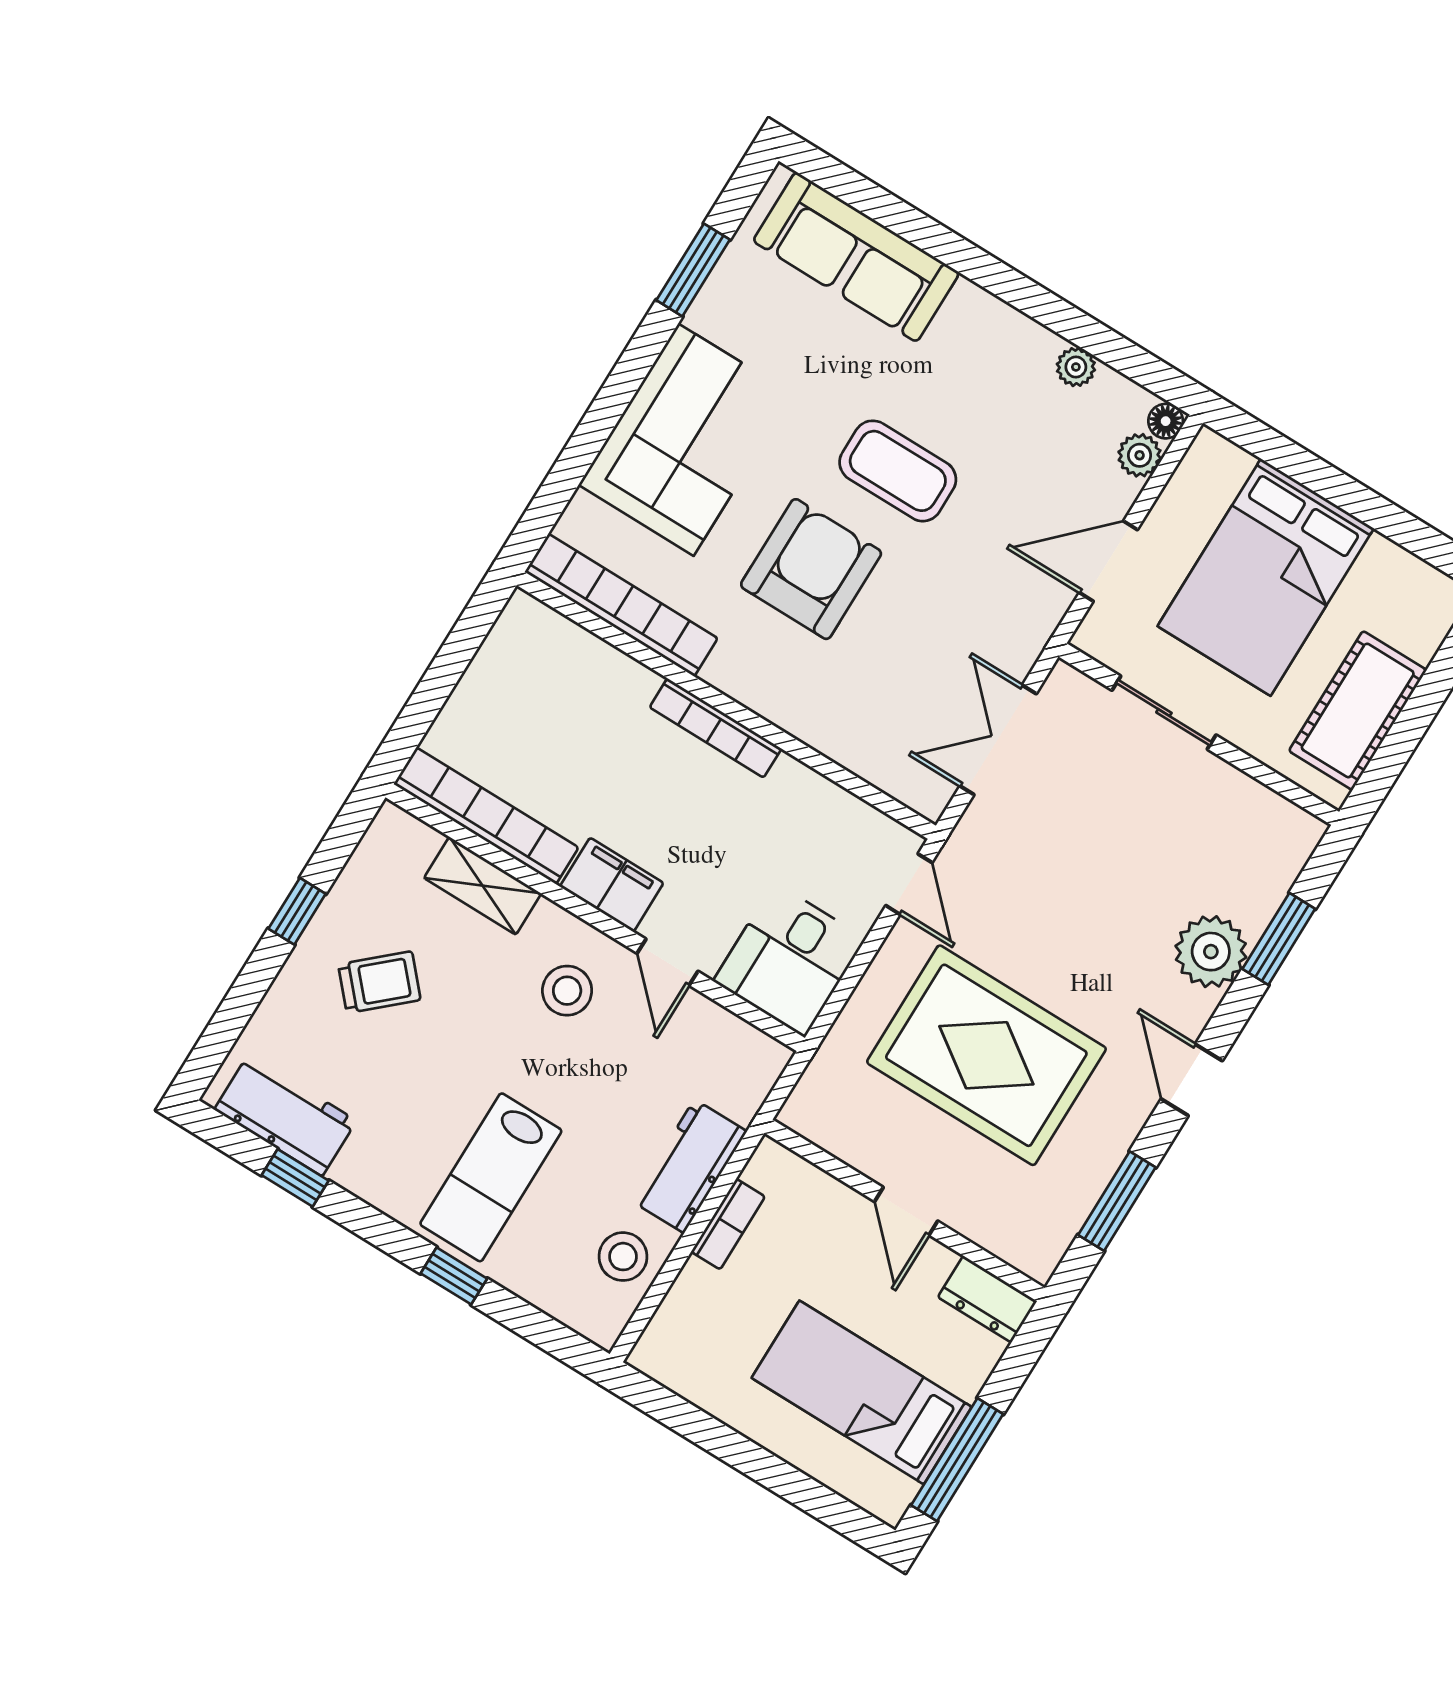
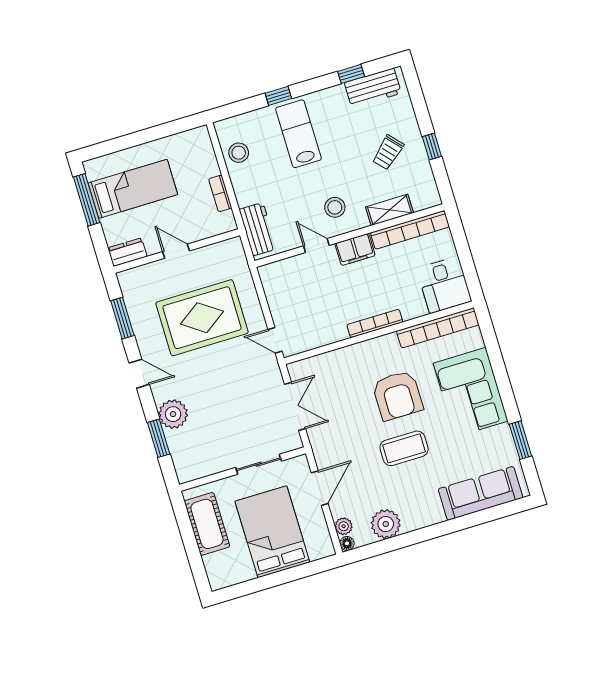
plant: (1076, 367) -> (386, 524), width x1.88, depth x1.88
desk: (789, 960) -> (444, 285), moved, turned 180
workbench: (689, 1166) -> (258, 229), moved

